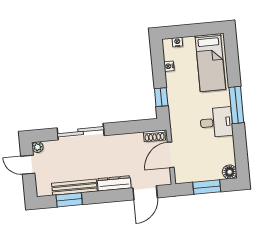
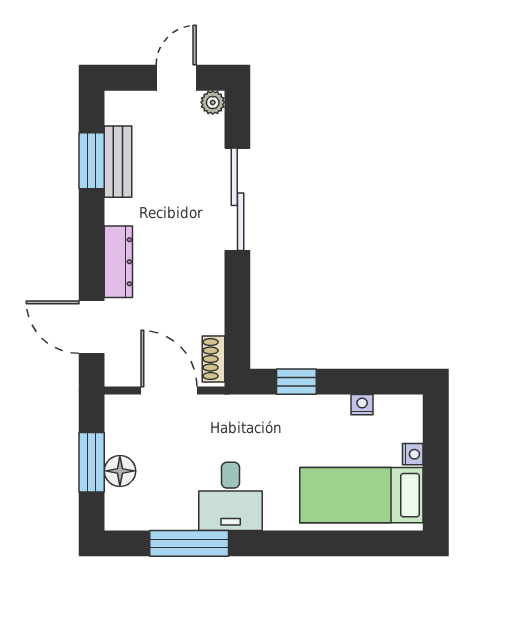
nightstand: (177, 42) -> (413, 454), moved
window: (236, 105) -> (189, 543), moved
floor lamp: (230, 172) -> (120, 471), moved
bench: (74, 187) -> (118, 162), width x0.73

